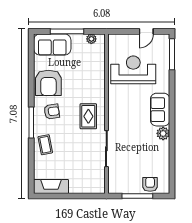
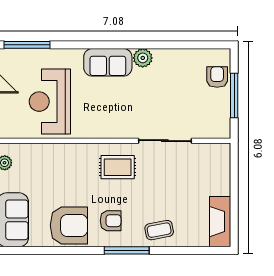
armchair: (52, 112) -> (111, 221), turned 98
armchair: (150, 184) -> (217, 77), turned 90

